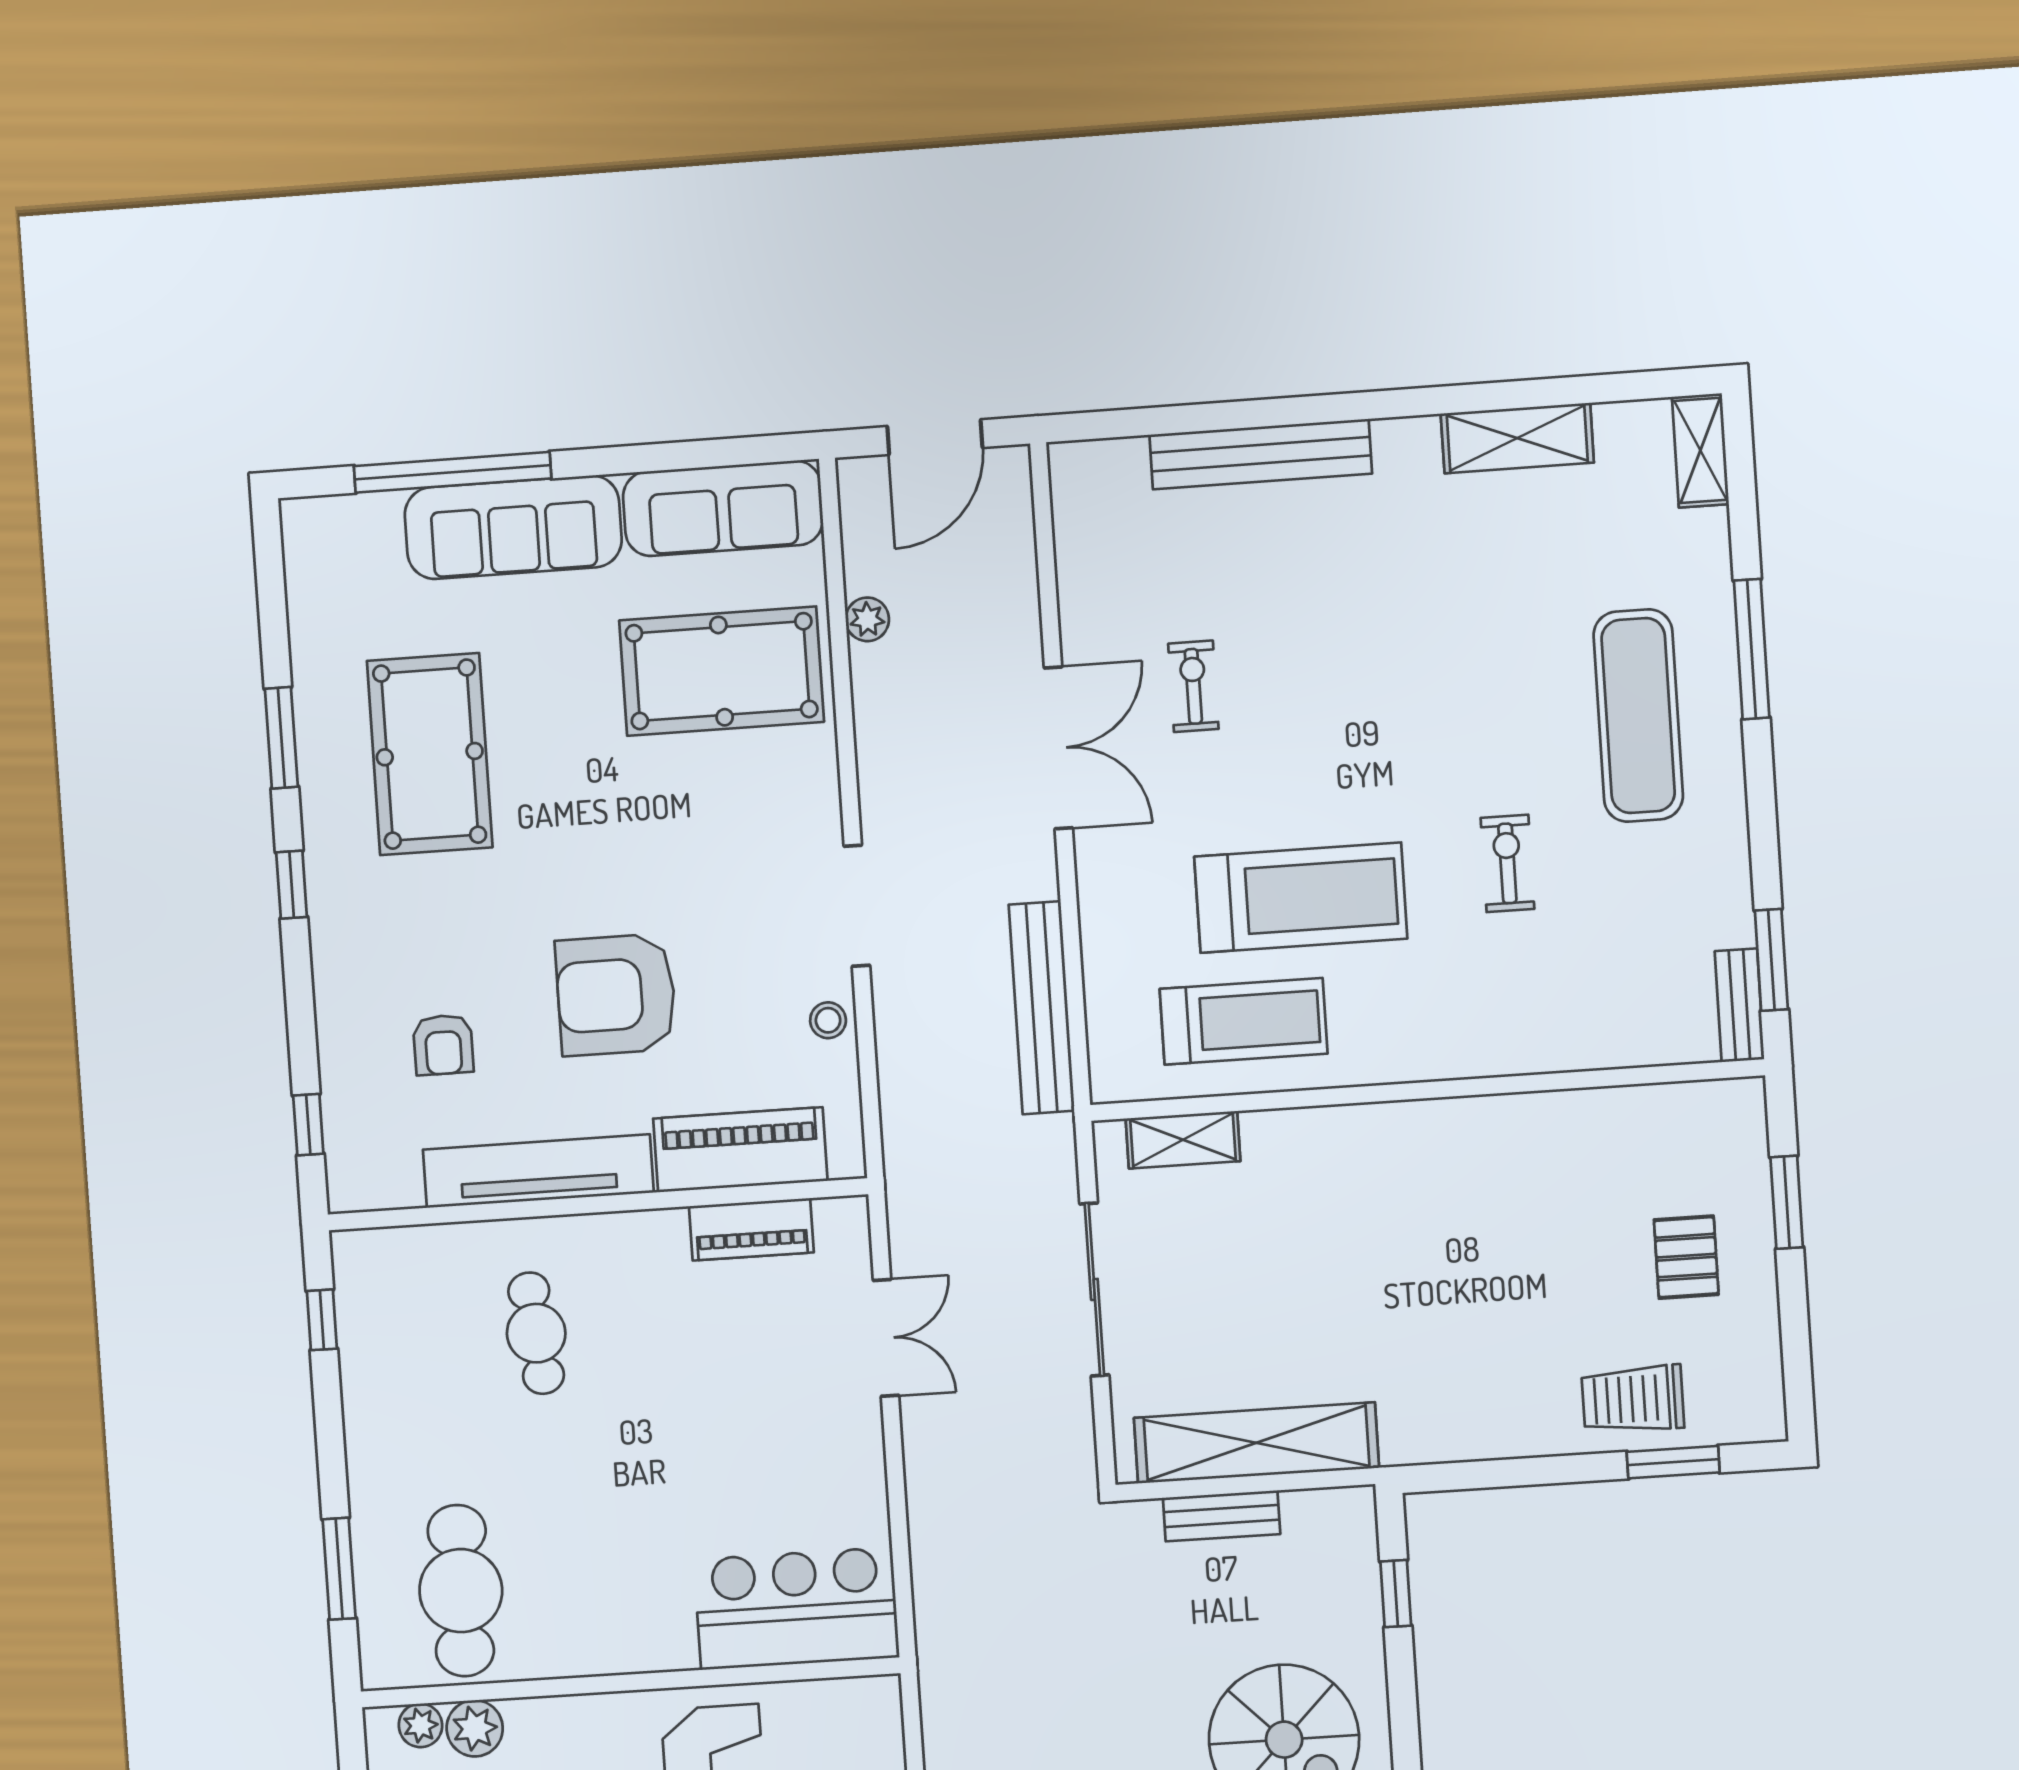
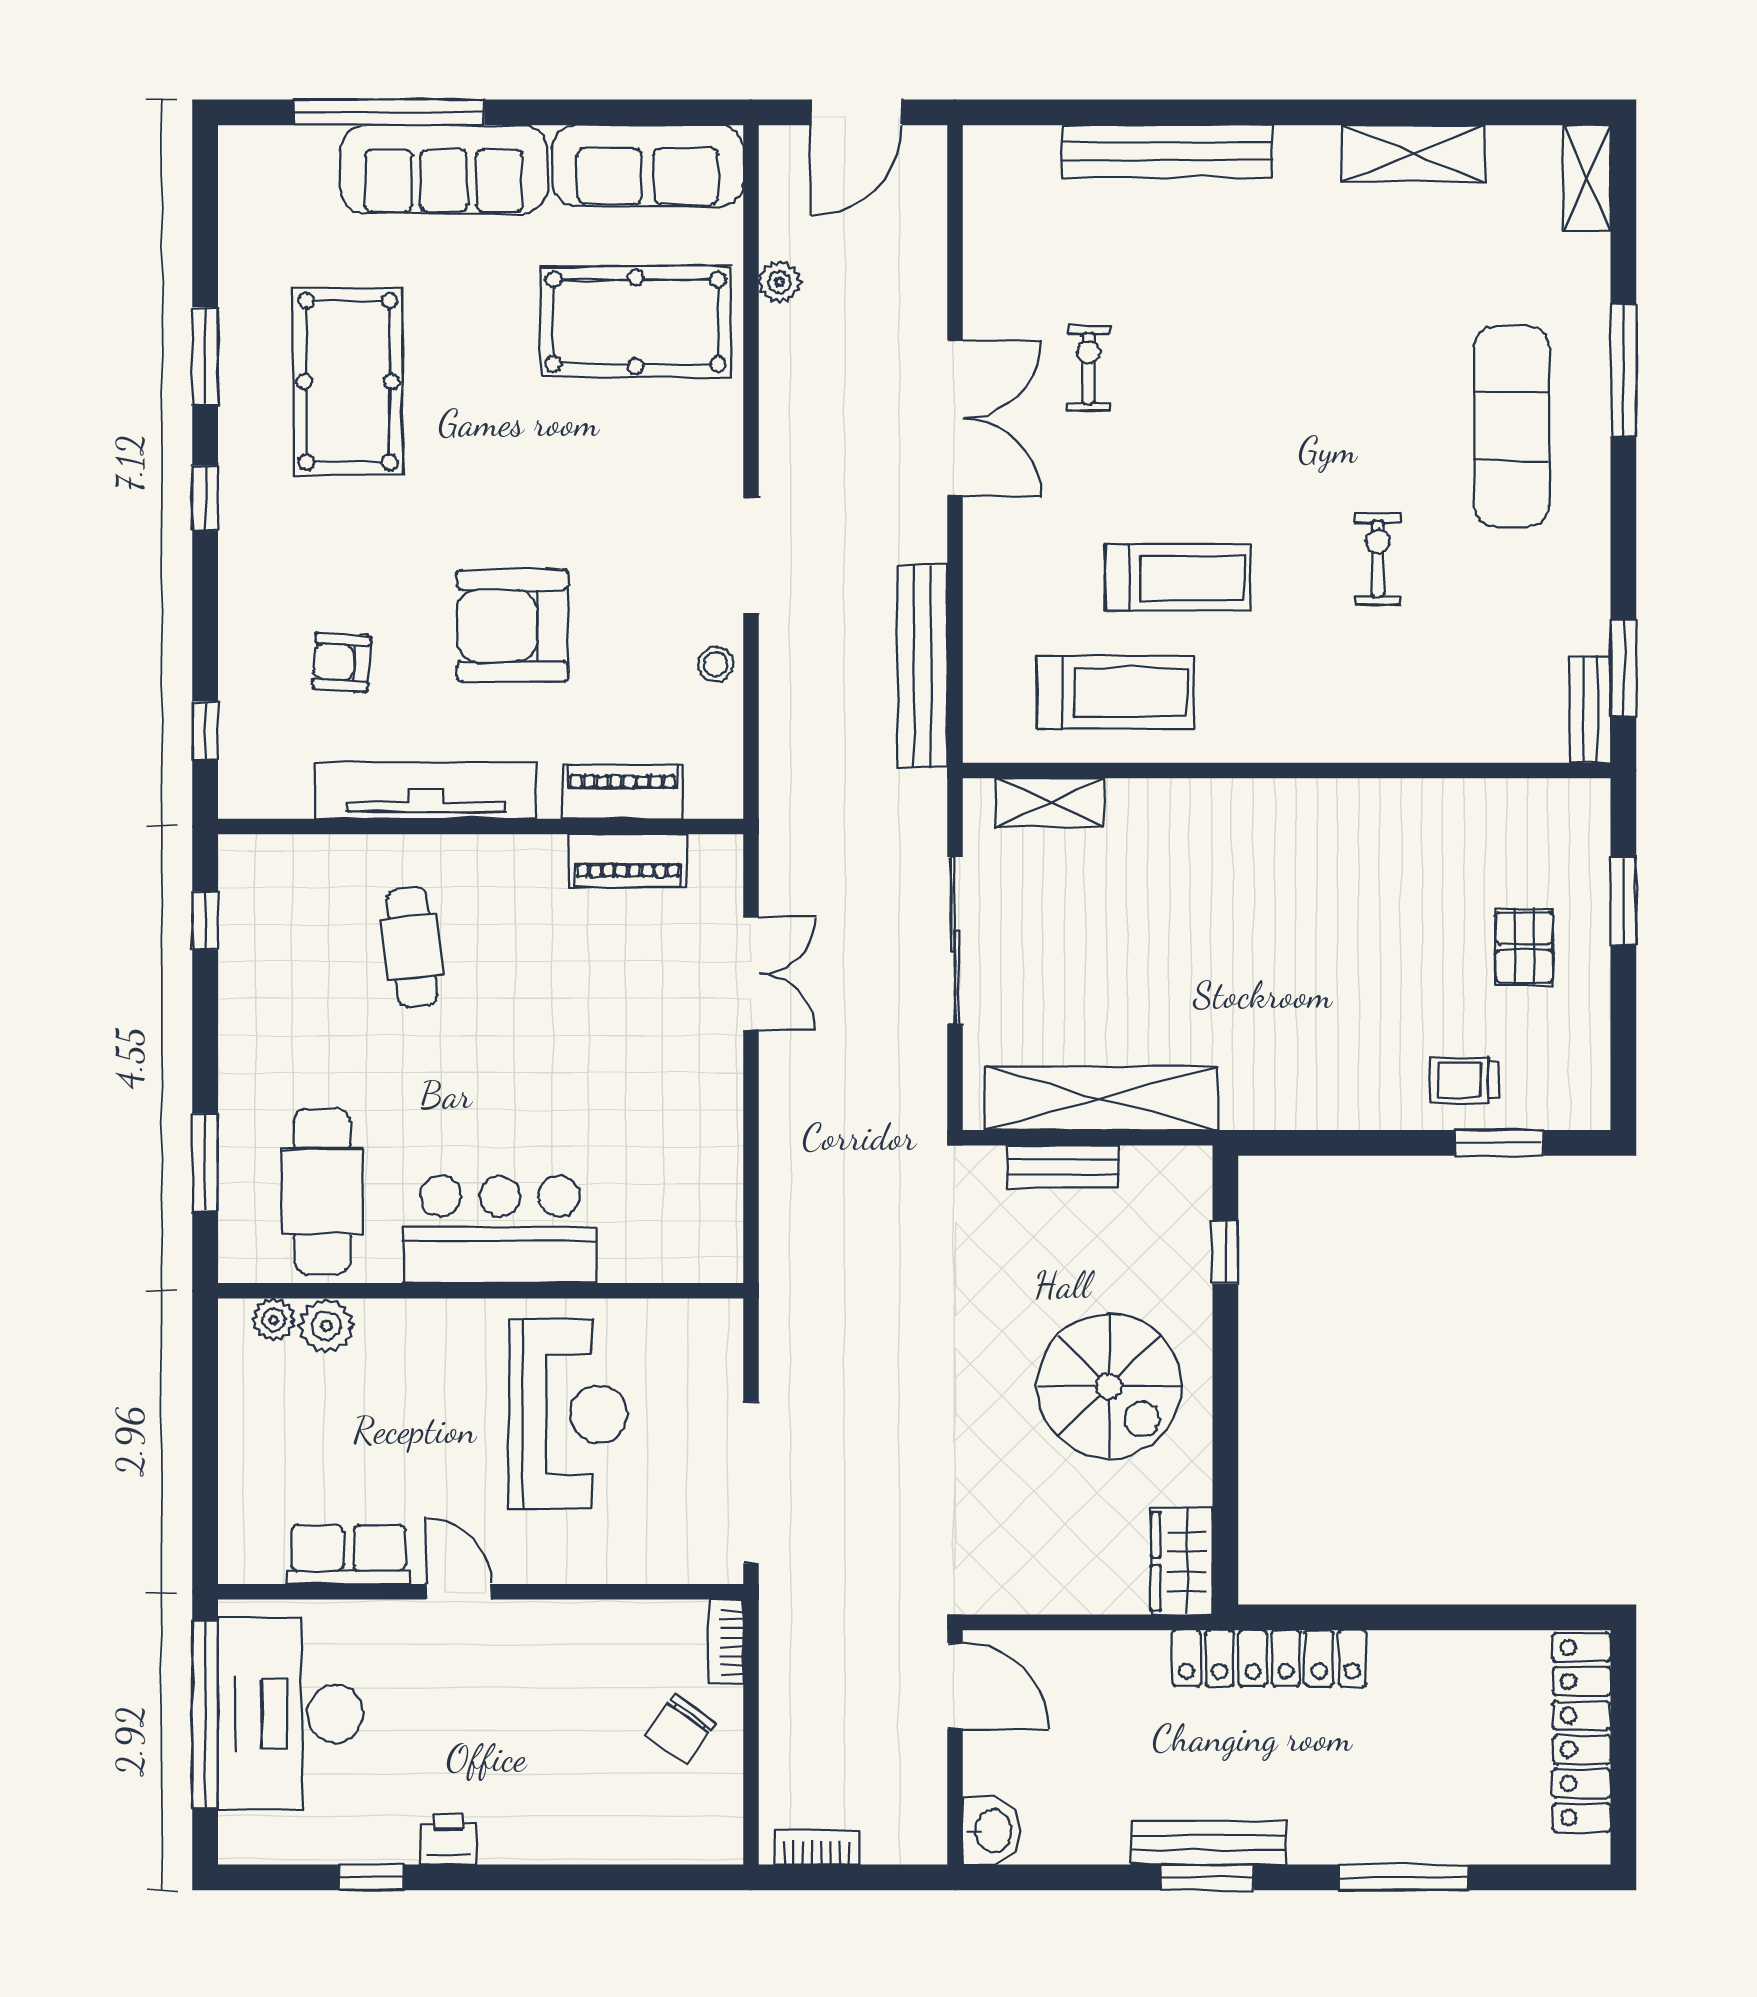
treadmill: (1301, 898) -> (1178, 578), width x0.73, depth x0.73
armchair: (443, 1045) -> (342, 662), turned 94
piano: (740, 1150) -> (622, 792), width x0.73, depth x0.75
trolley: (1633, 1399) -> (1465, 1080), width x0.73, depth x0.72
bar counter: (797, 1608) -> (500, 1230), moved

